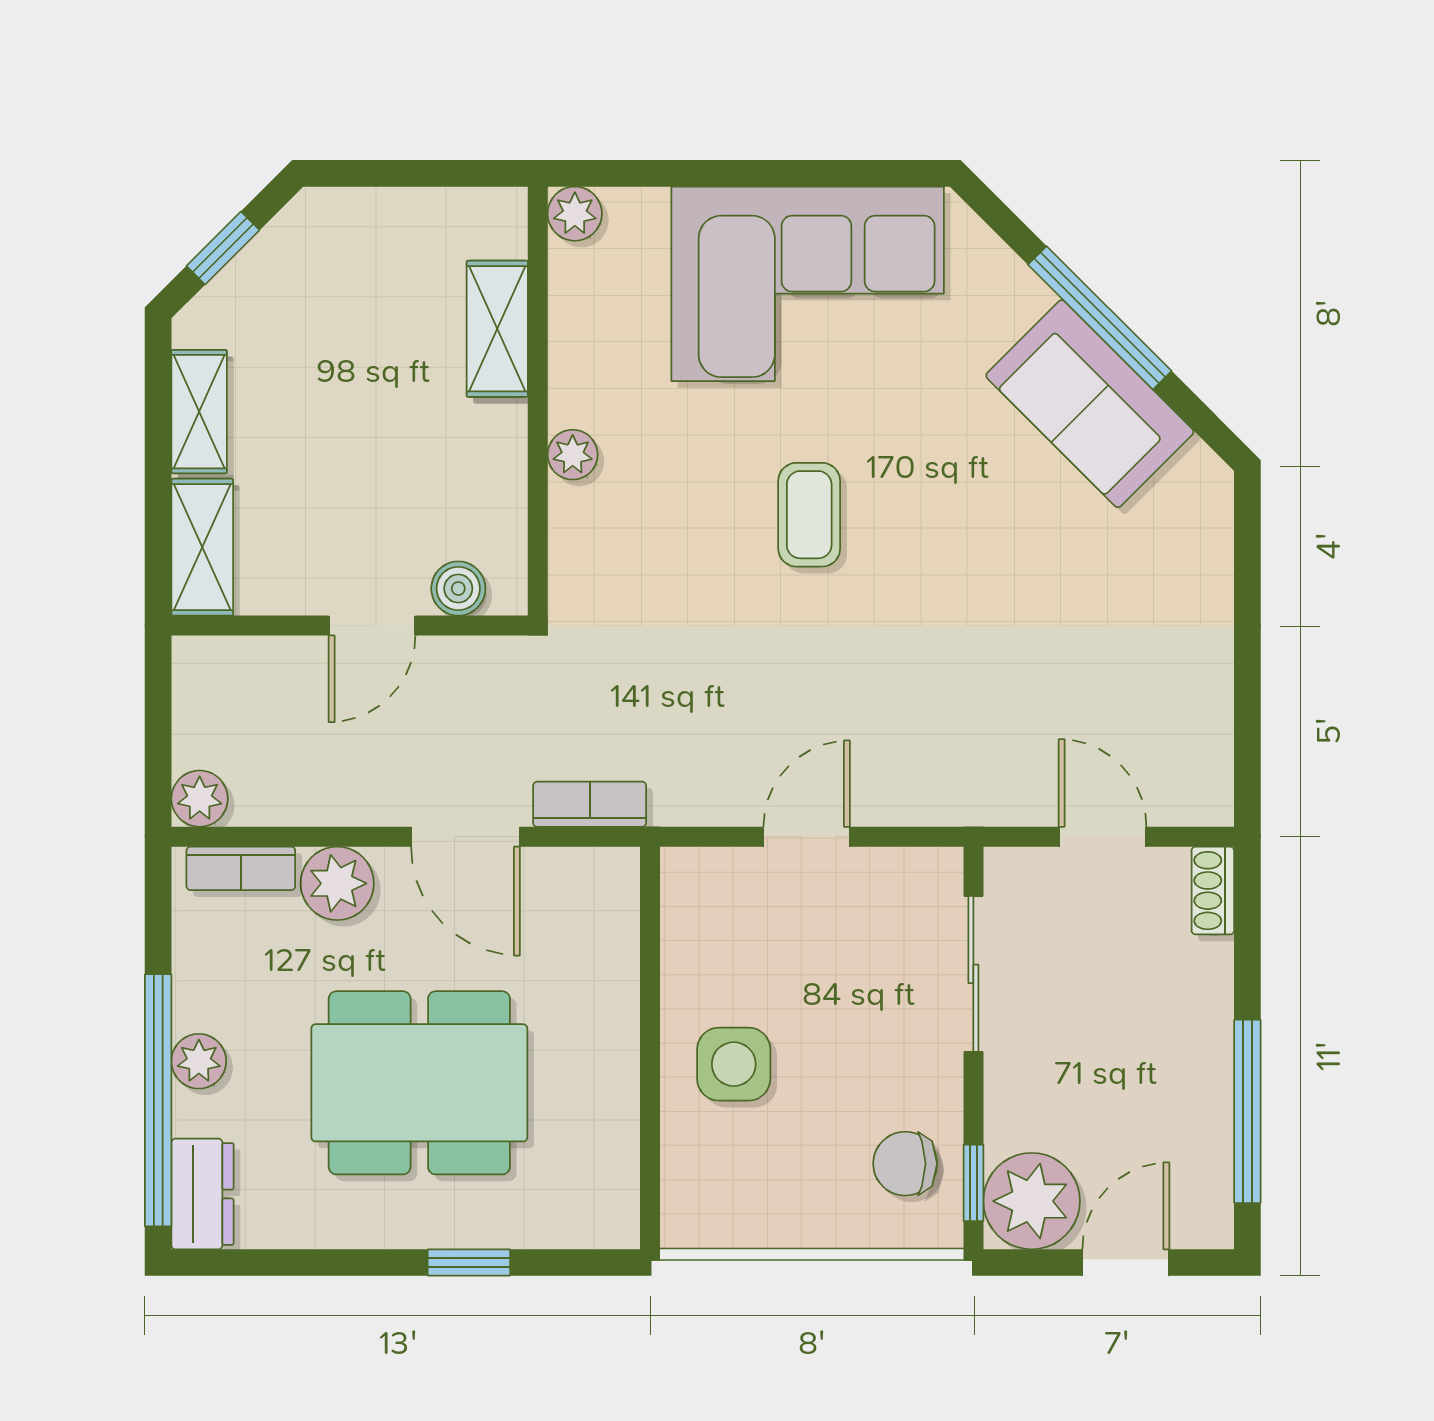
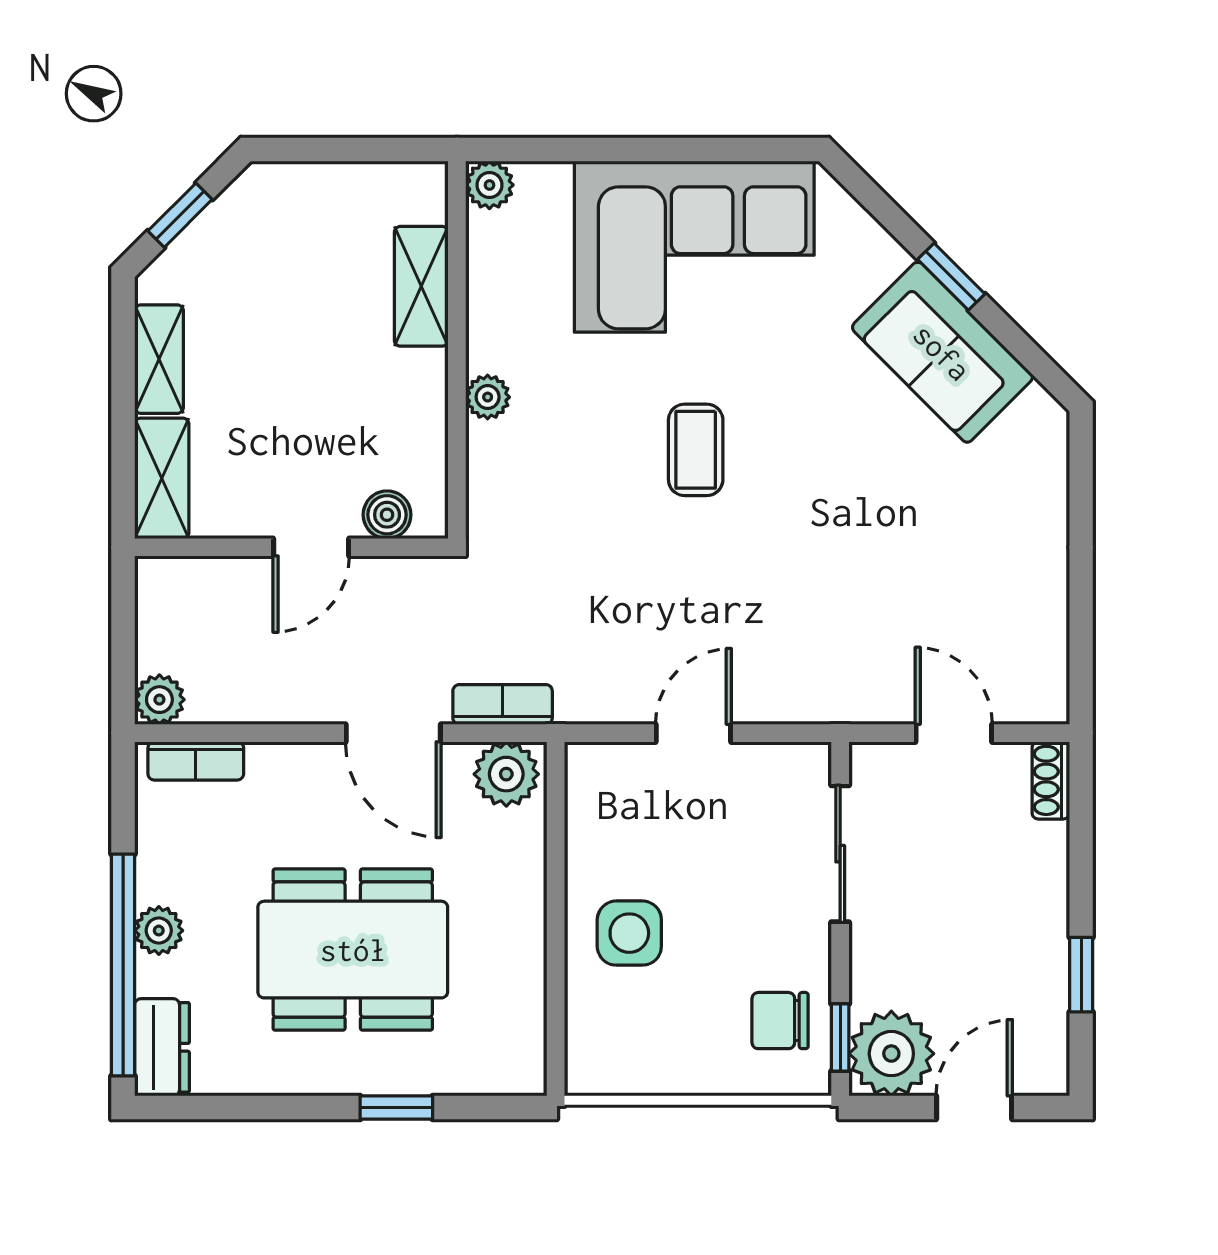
window: (1100, 318) -> (951, 277), width x0.46
plant: (337, 883) -> (506, 774), moved
window: (1247, 1111) -> (1081, 975), width x0.46

